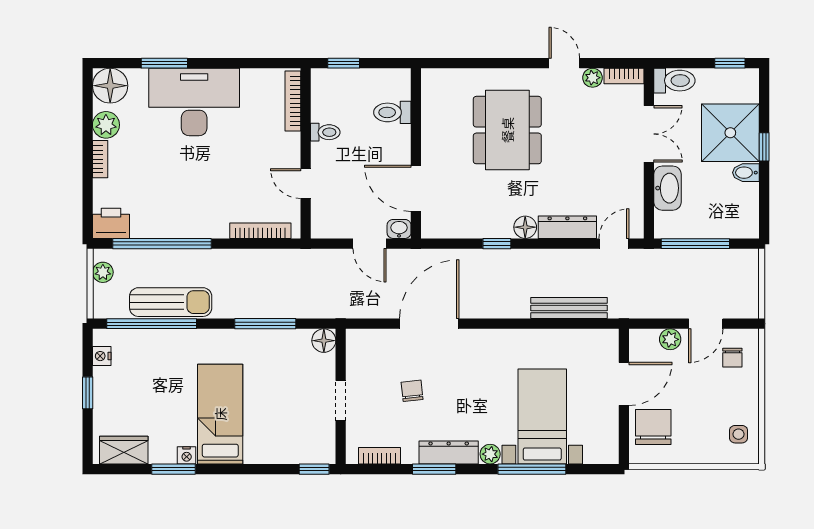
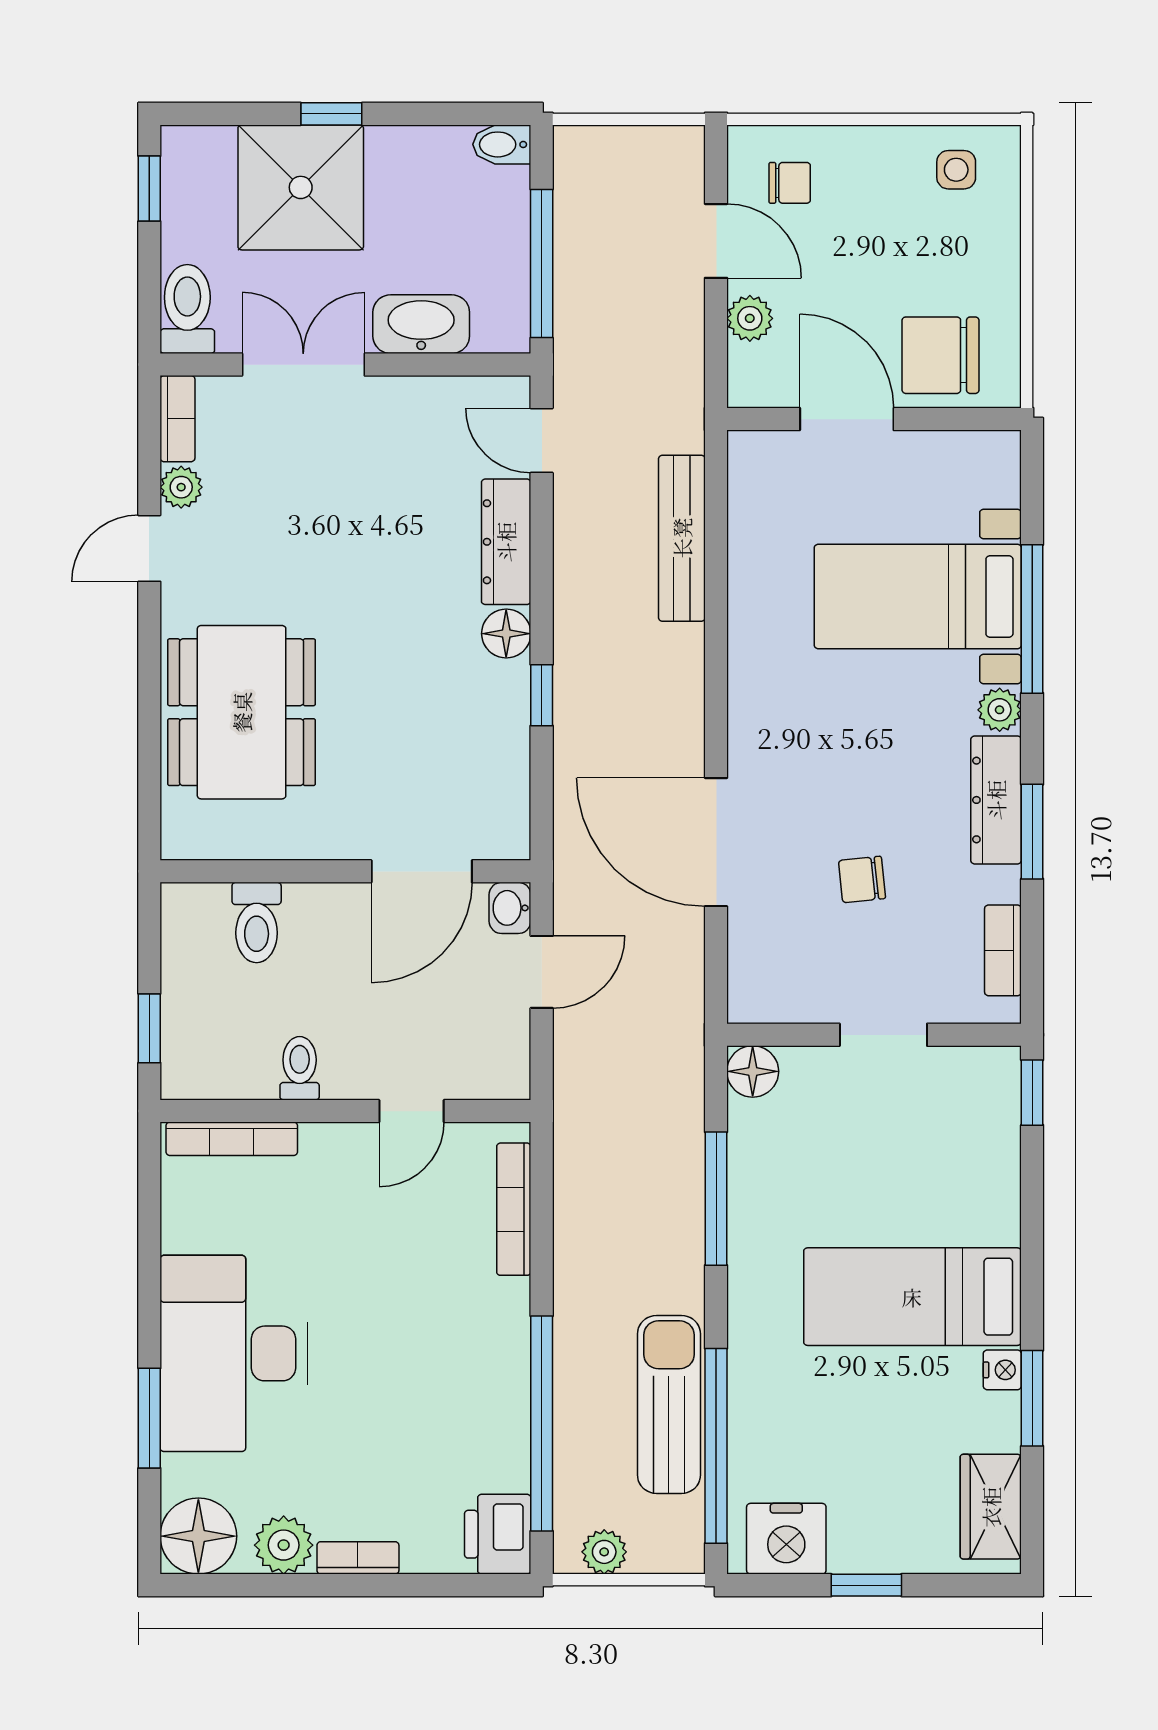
dining table: (507, 130) -> (242, 712), moved, turned 90
bidet: (746, 173) -> (502, 144), moved, turned 90
nightstand: (102, 356) -> (786, 1539), width x1.89, depth x1.79

